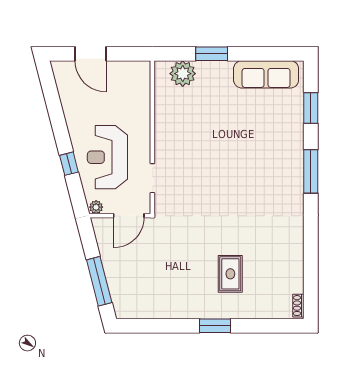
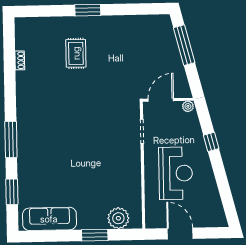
door: (90, 54) -> (180, 234), moved
reception desk: (107, 157) -> (176, 173), moved
shoe rack: (298, 306) -> (20, 60), moved

